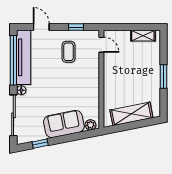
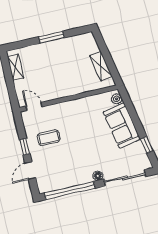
window: (76, 27) -> (25, 147), moved
door: (101, 45) -> (34, 106), hinge flipped
tv unit: (24, 57) -> (65, 181), removed
shelving: (131, 114) -> (101, 66), width x0.67, depth x0.75

